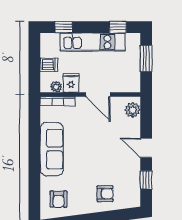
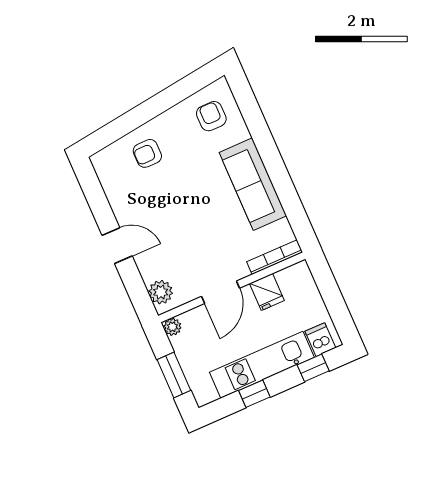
window: (118, 27) -> (254, 394), moved
dishwasher: (49, 65) -> (320, 340), moved, turned 90
plant: (56, 87) -> (172, 327), moved
door: (98, 95) -> (221, 292), swing flipped
window: (146, 180) -> (97, 199), removed

